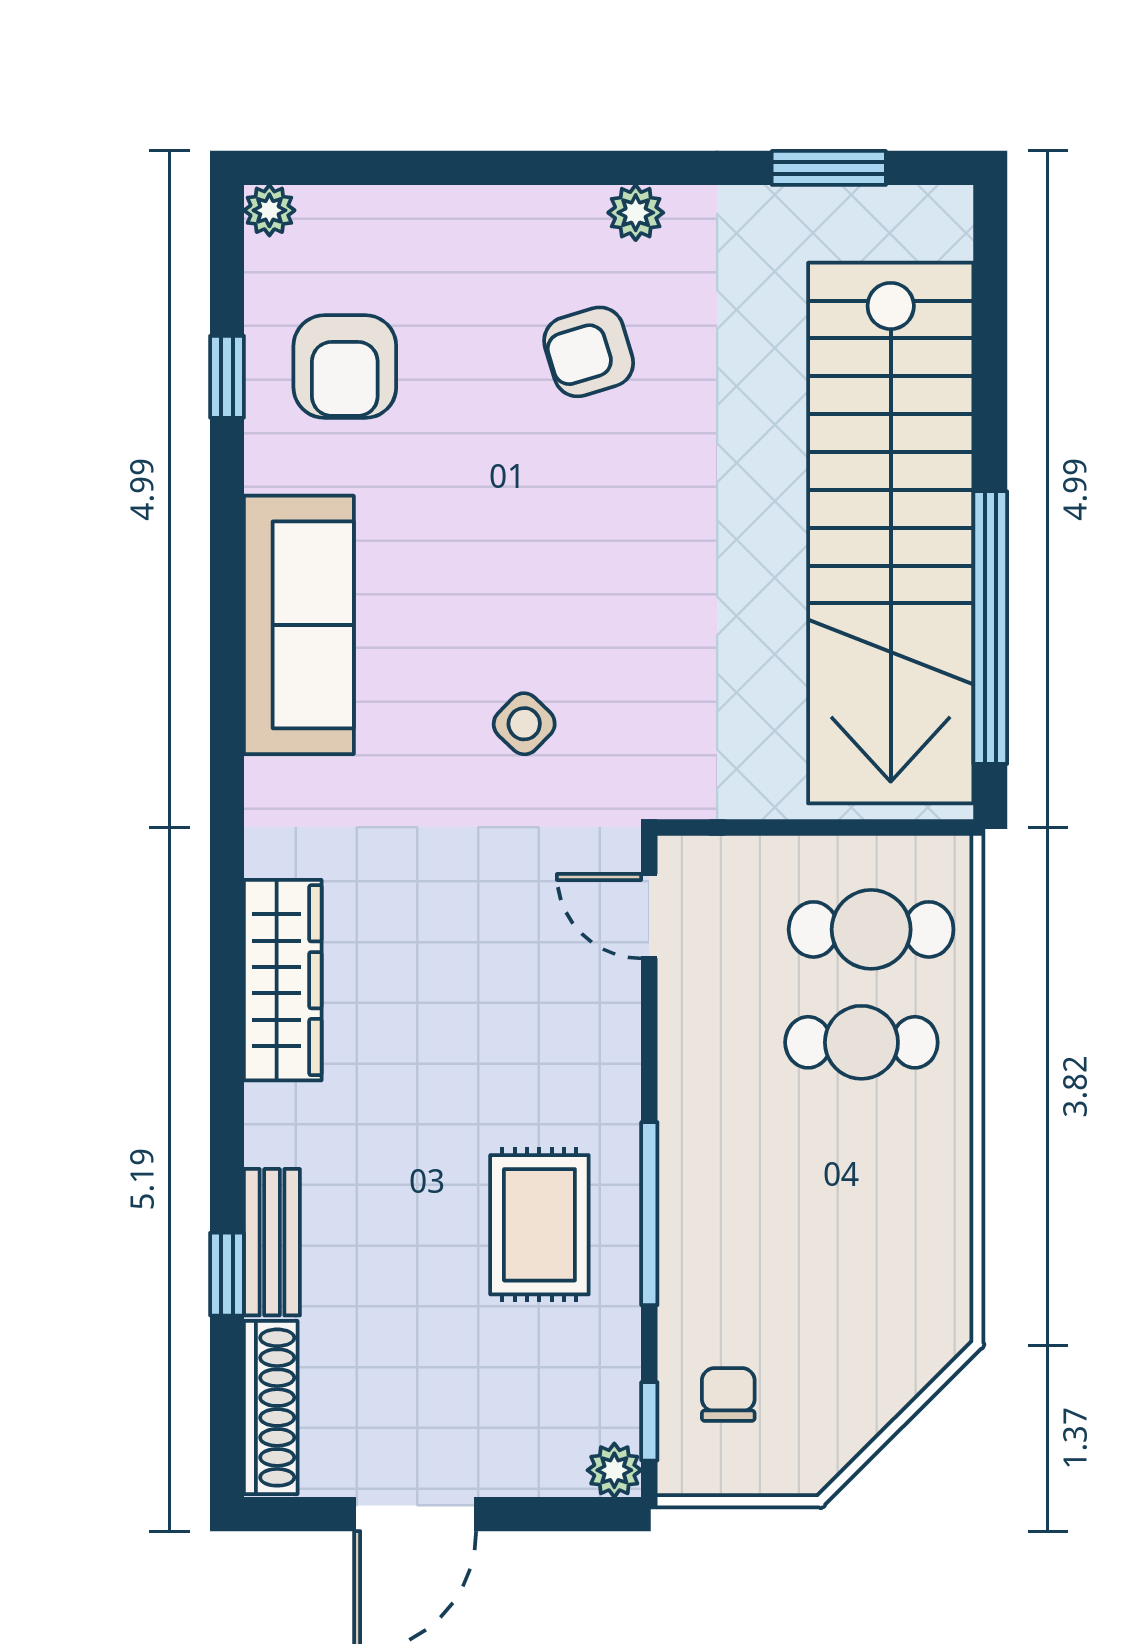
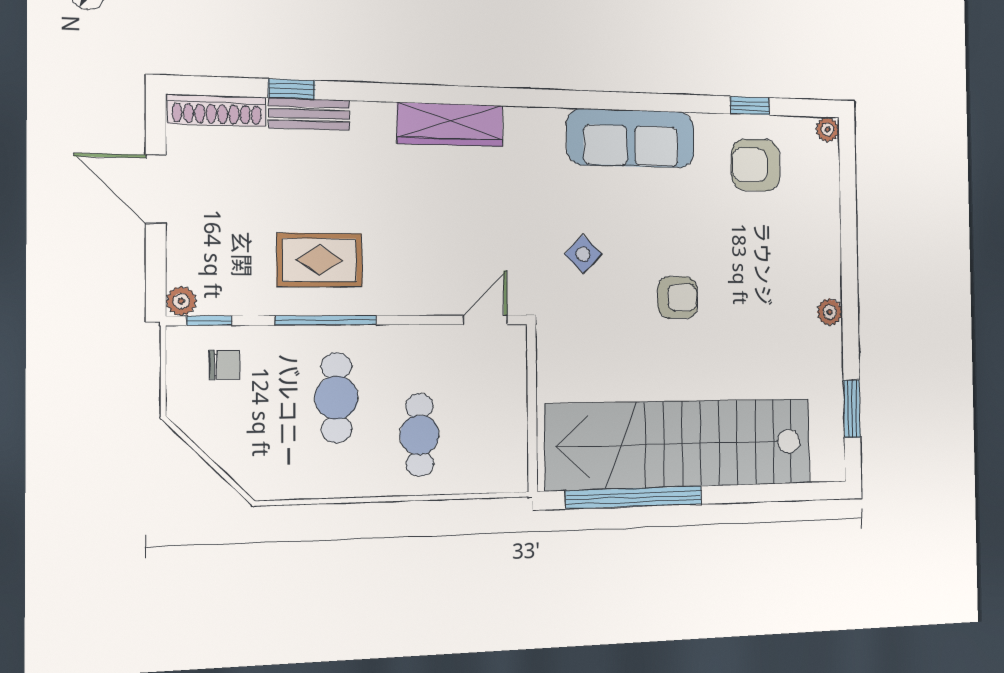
armchair: (589, 352) -> (678, 298), moved, turned 107
cafe table: (871, 929) -> (336, 398), moved

